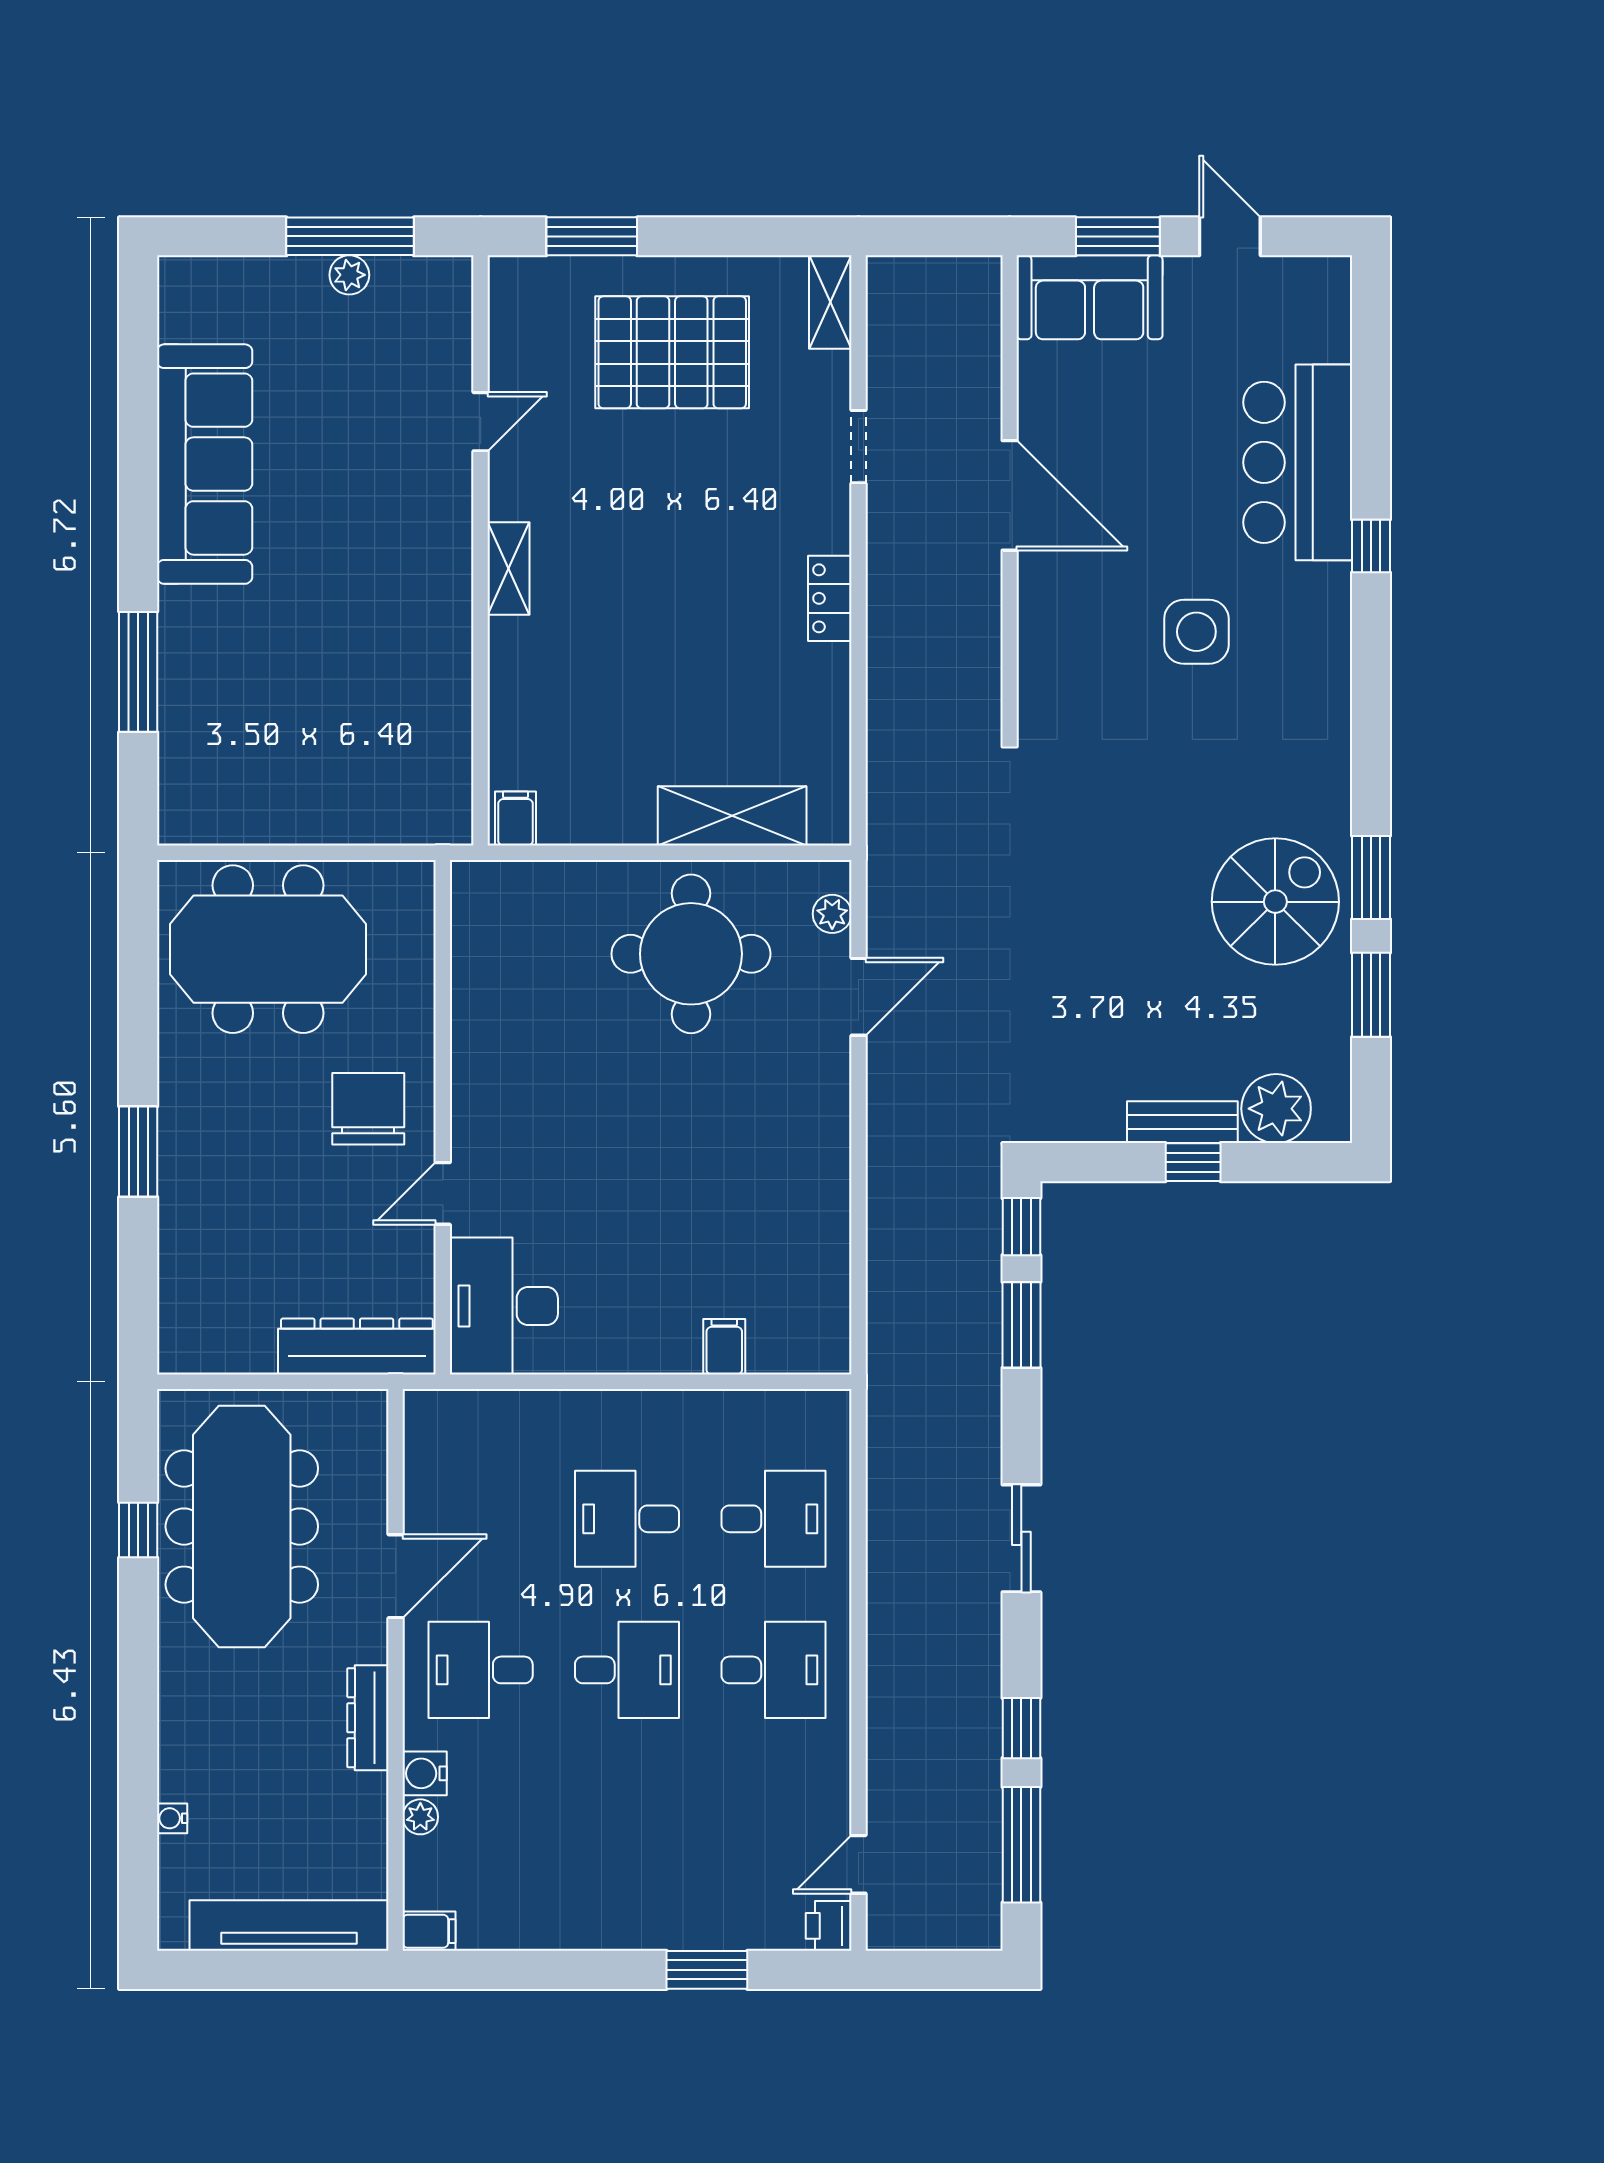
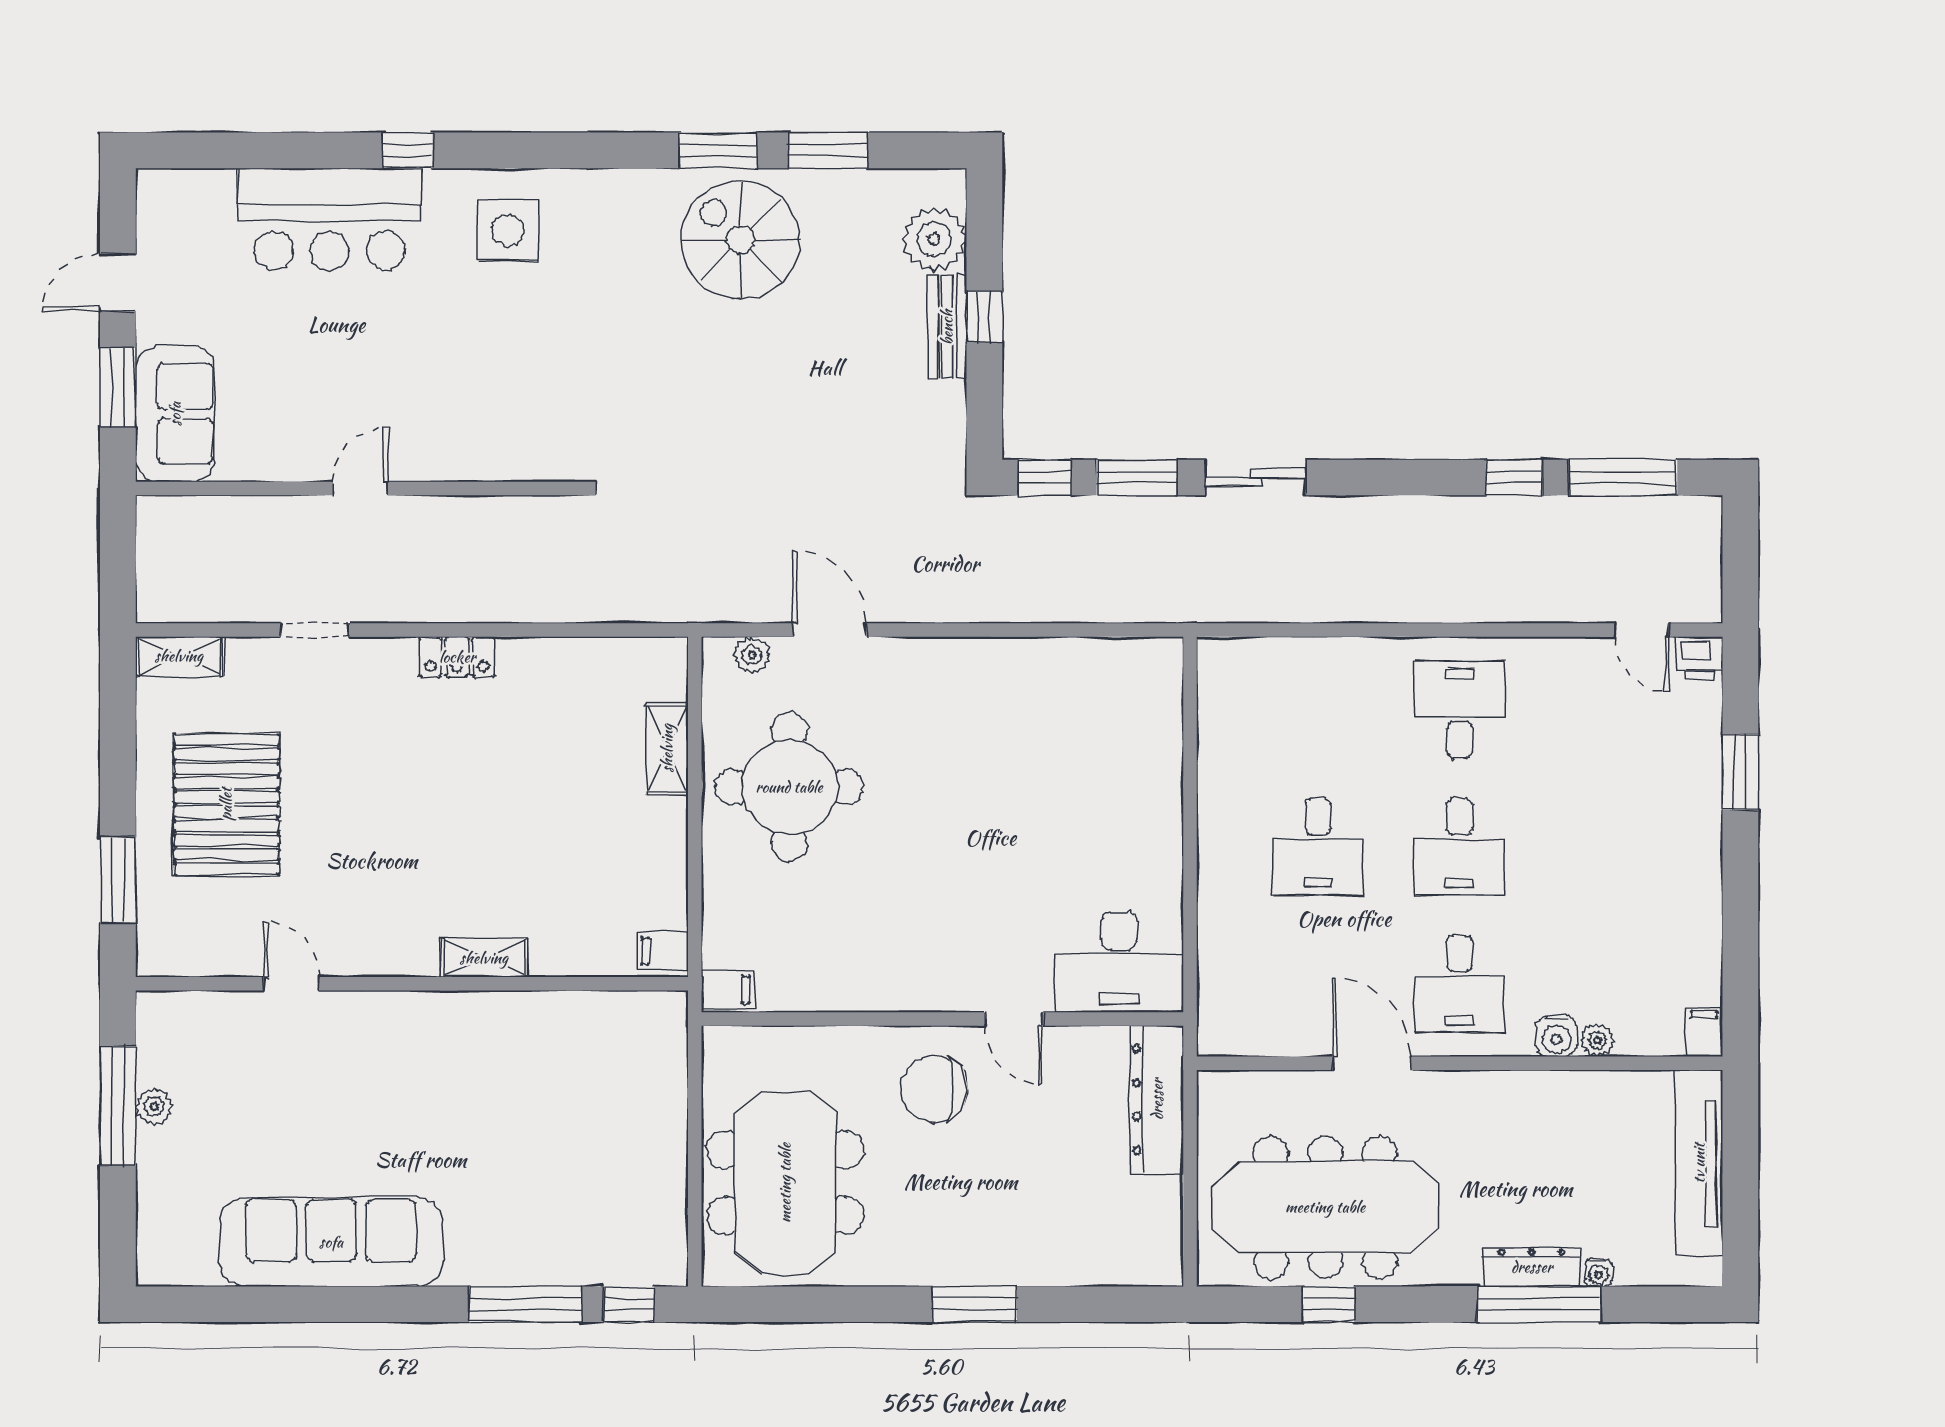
door: (1010, 495) -> (360, 489), width x0.53
shelving: (509, 568) -> (484, 958), moved
side table: (1196, 632) -> (508, 230), moved
window: (138, 783) -> (629, 1304), added
shelving: (732, 816) -> (667, 748), width x0.67, depth x0.75
filing cabinet: (724, 1347) -> (728, 990), moved, turned 180
desk: (773, 1519) -> (1318, 710), removed
sliding door: (1021, 1538) -> (1255, 478), moved
desk: (627, 1670) -> (1460, 847), turned 180
dresser: (368, 1718) -> (1532, 1267), moved, turned 180
window: (138, 1755) -> (1539, 1304), added

